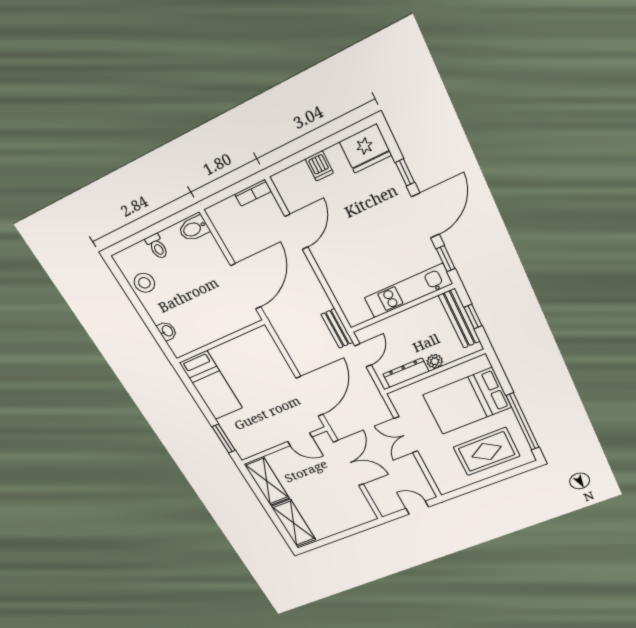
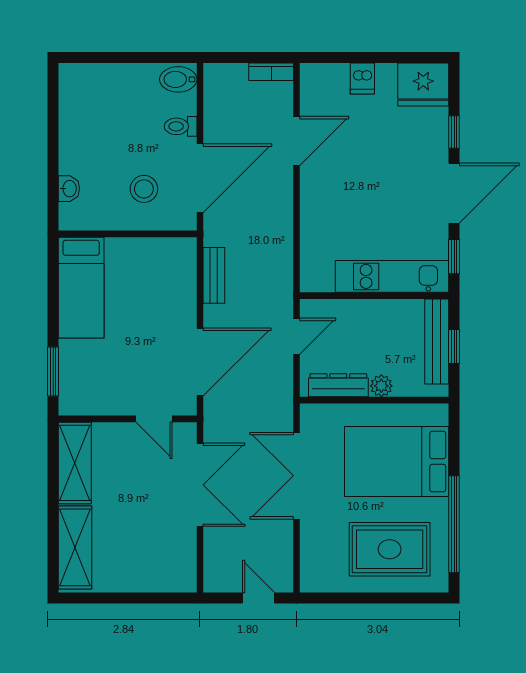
toilet: (157, 247) -> (181, 126), moved, turned 90
stool: (144, 283) -> (144, 189), moved
bench: (337, 328) -> (214, 275), moved
double door: (406, 435) -> (296, 476), width x1.37

